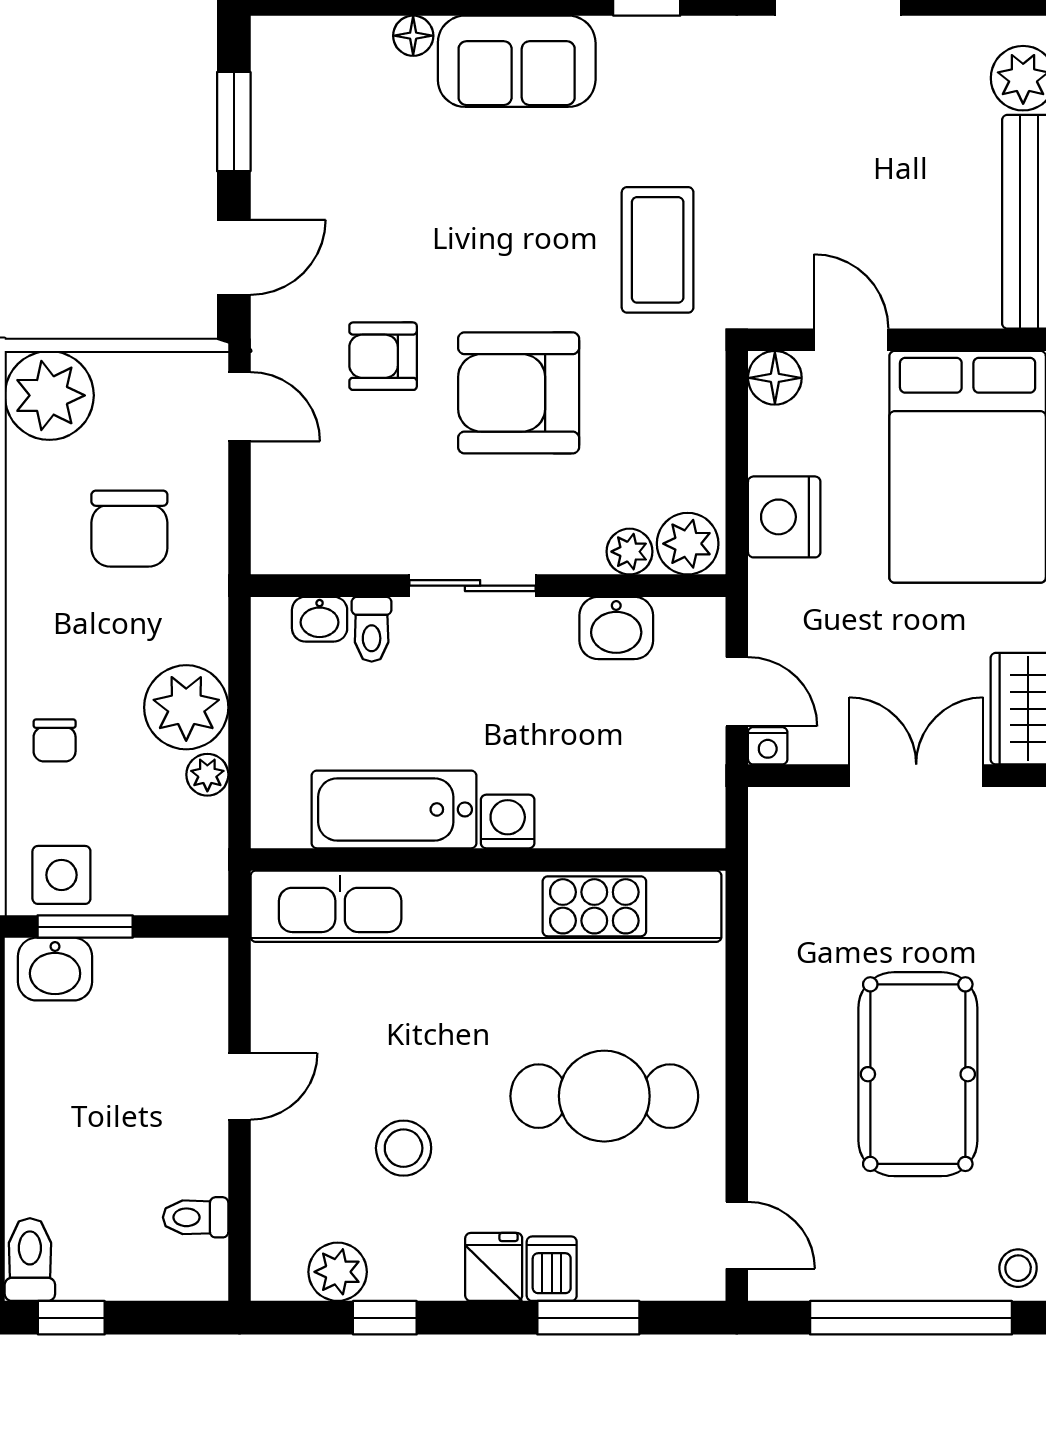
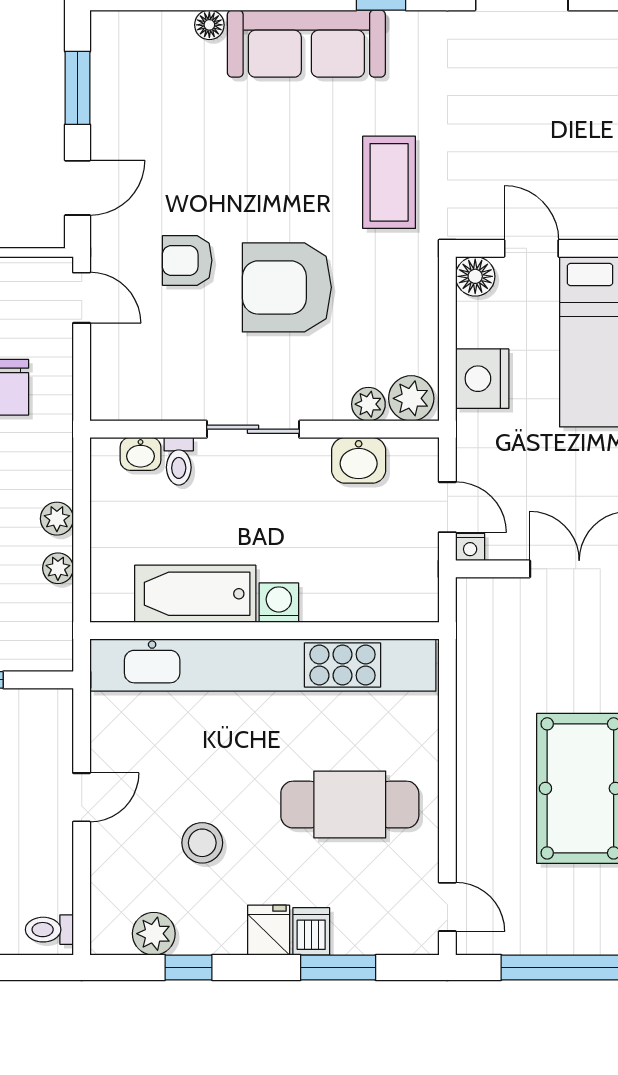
sofa: (517, 61) -> (306, 44), width x1.36
plant: (186, 707) -> (57, 519), width x0.53, depth x0.53
toilet: (196, 1217) -> (49, 930), moved

